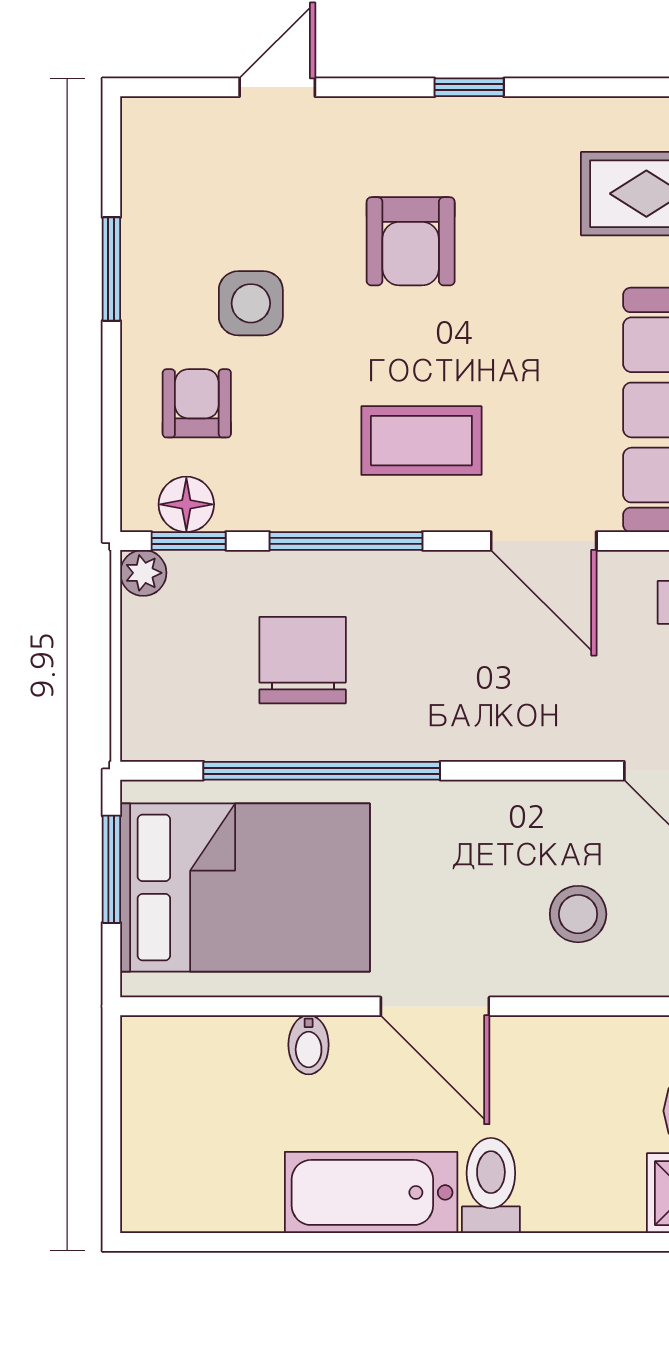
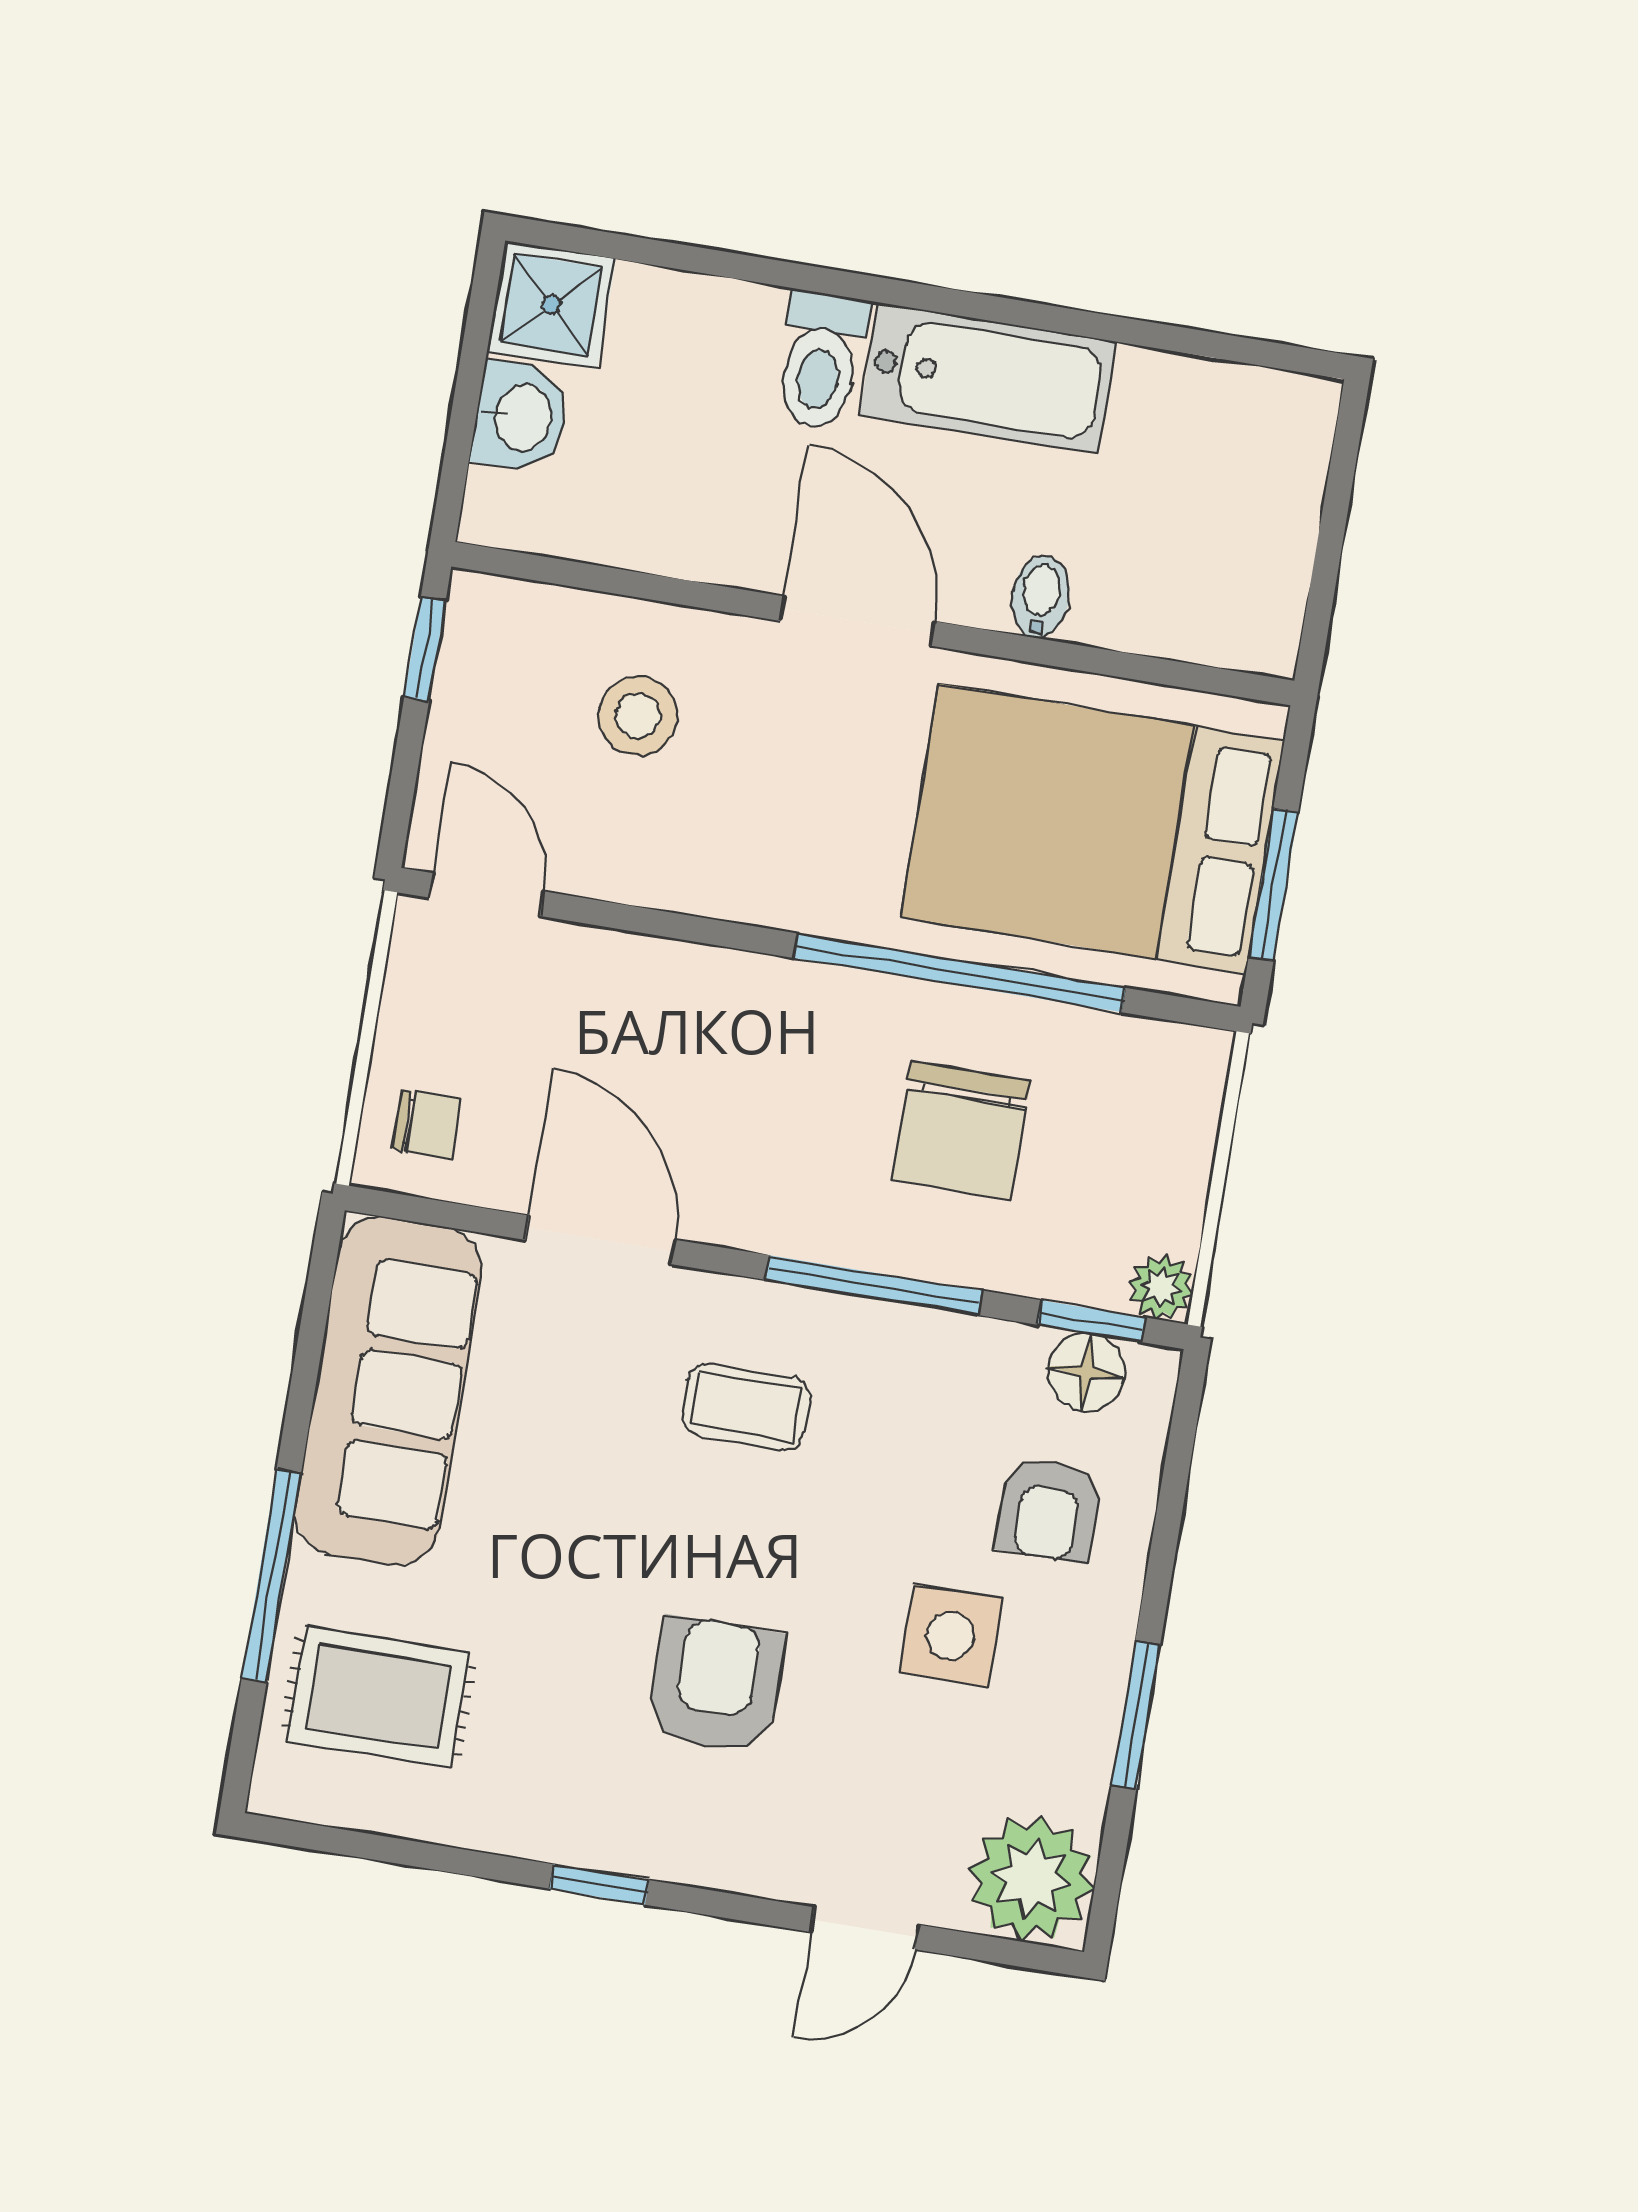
plant: (166, 142) -> (1031, 1878), added
coffee table: (421, 441) -> (746, 1407), width x0.73, depth x0.77

